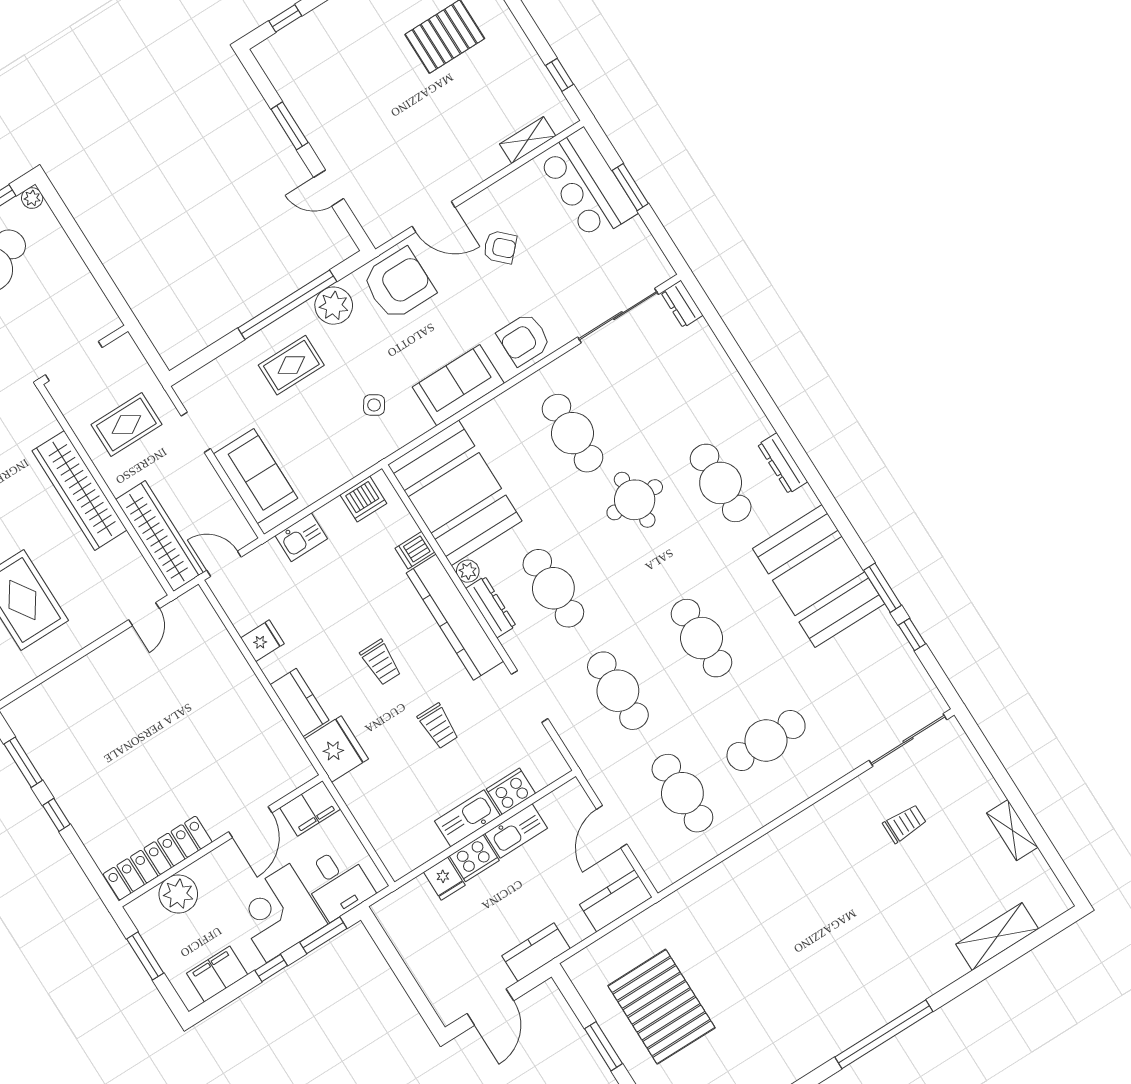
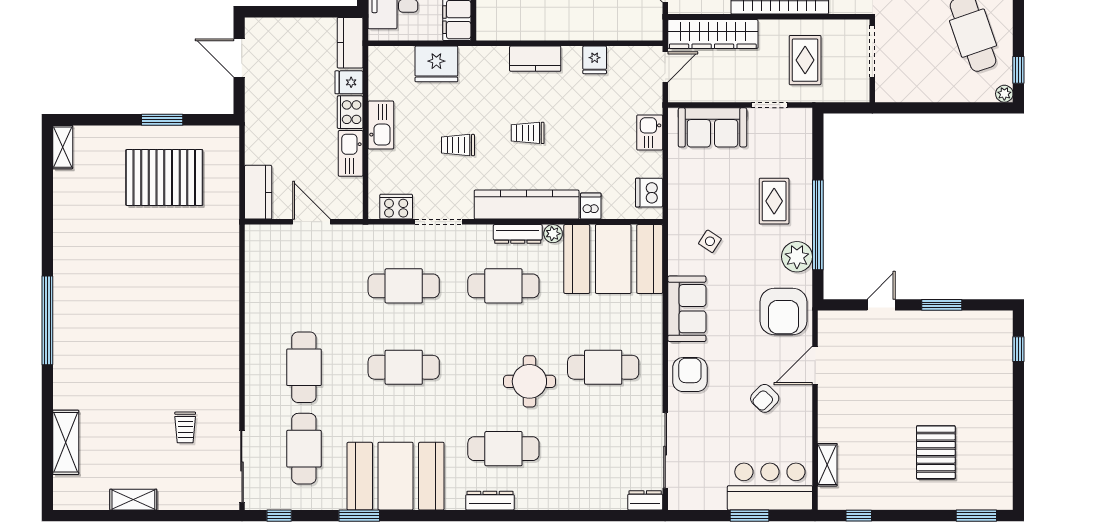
window: (912, 635) -> (279, 516), moved
fridge: (336, 749) -> (436, 64), moved
cooker: (511, 791) -> (396, 207), moved, turned -90
cafe table: (682, 793) -> (304, 449), moved, turned 90
kitchen counter: (536, 952) -> (350, 43), moved, turned 180

